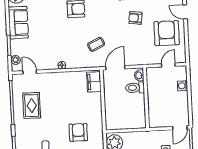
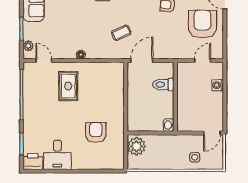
washbasin: (139, 75) -> (169, 125), moved
filing cabinet: (94, 82) -> (116, 75), removed
rug: (32, 106) -> (68, 86), moved

